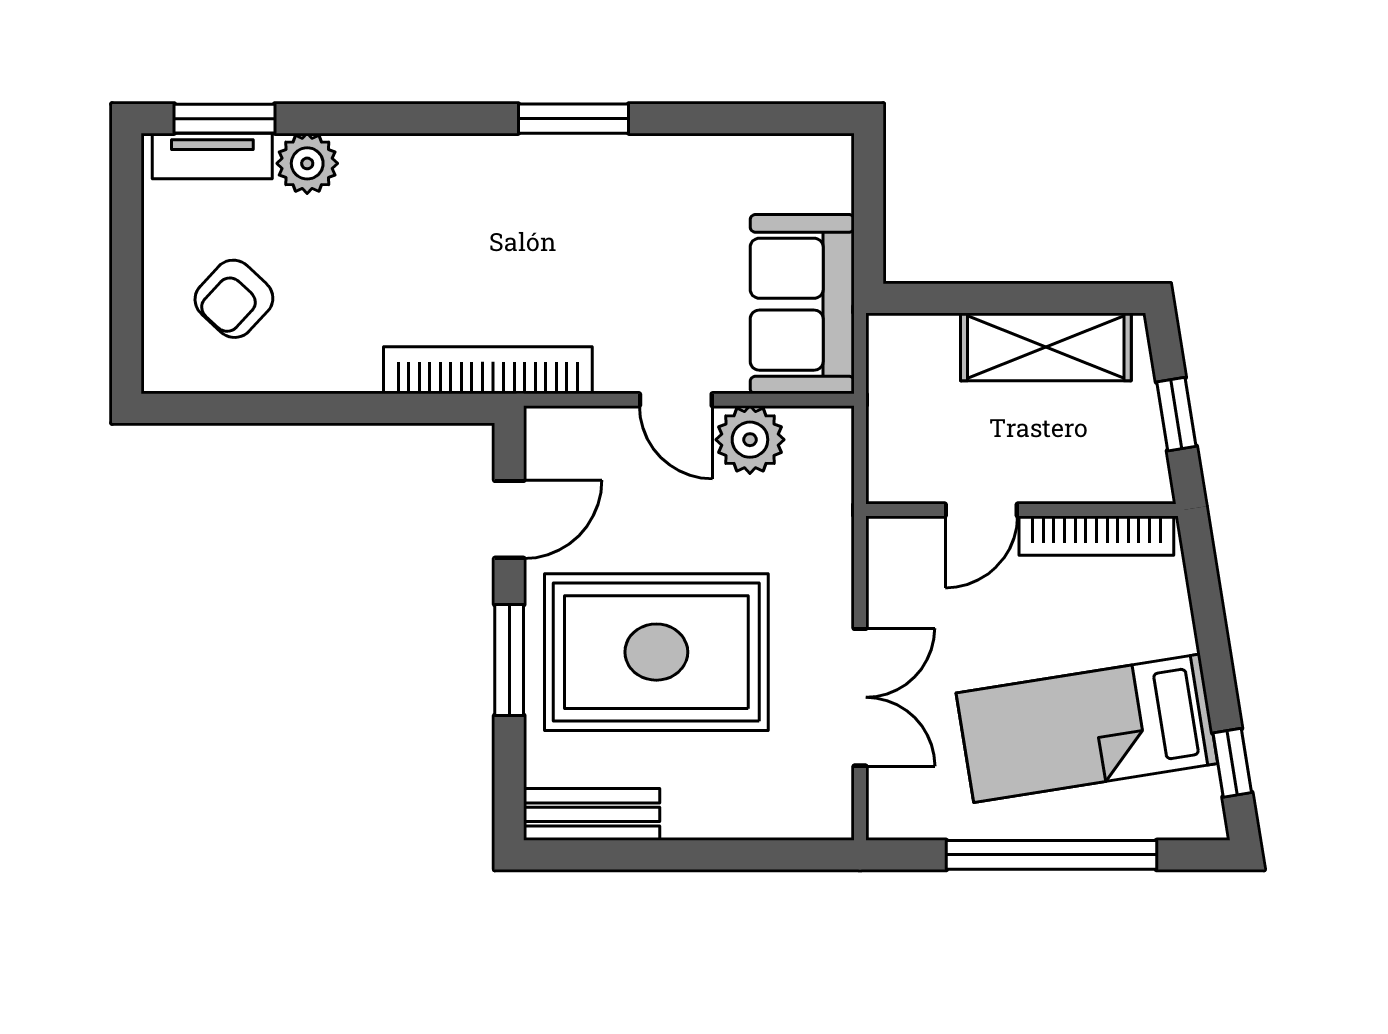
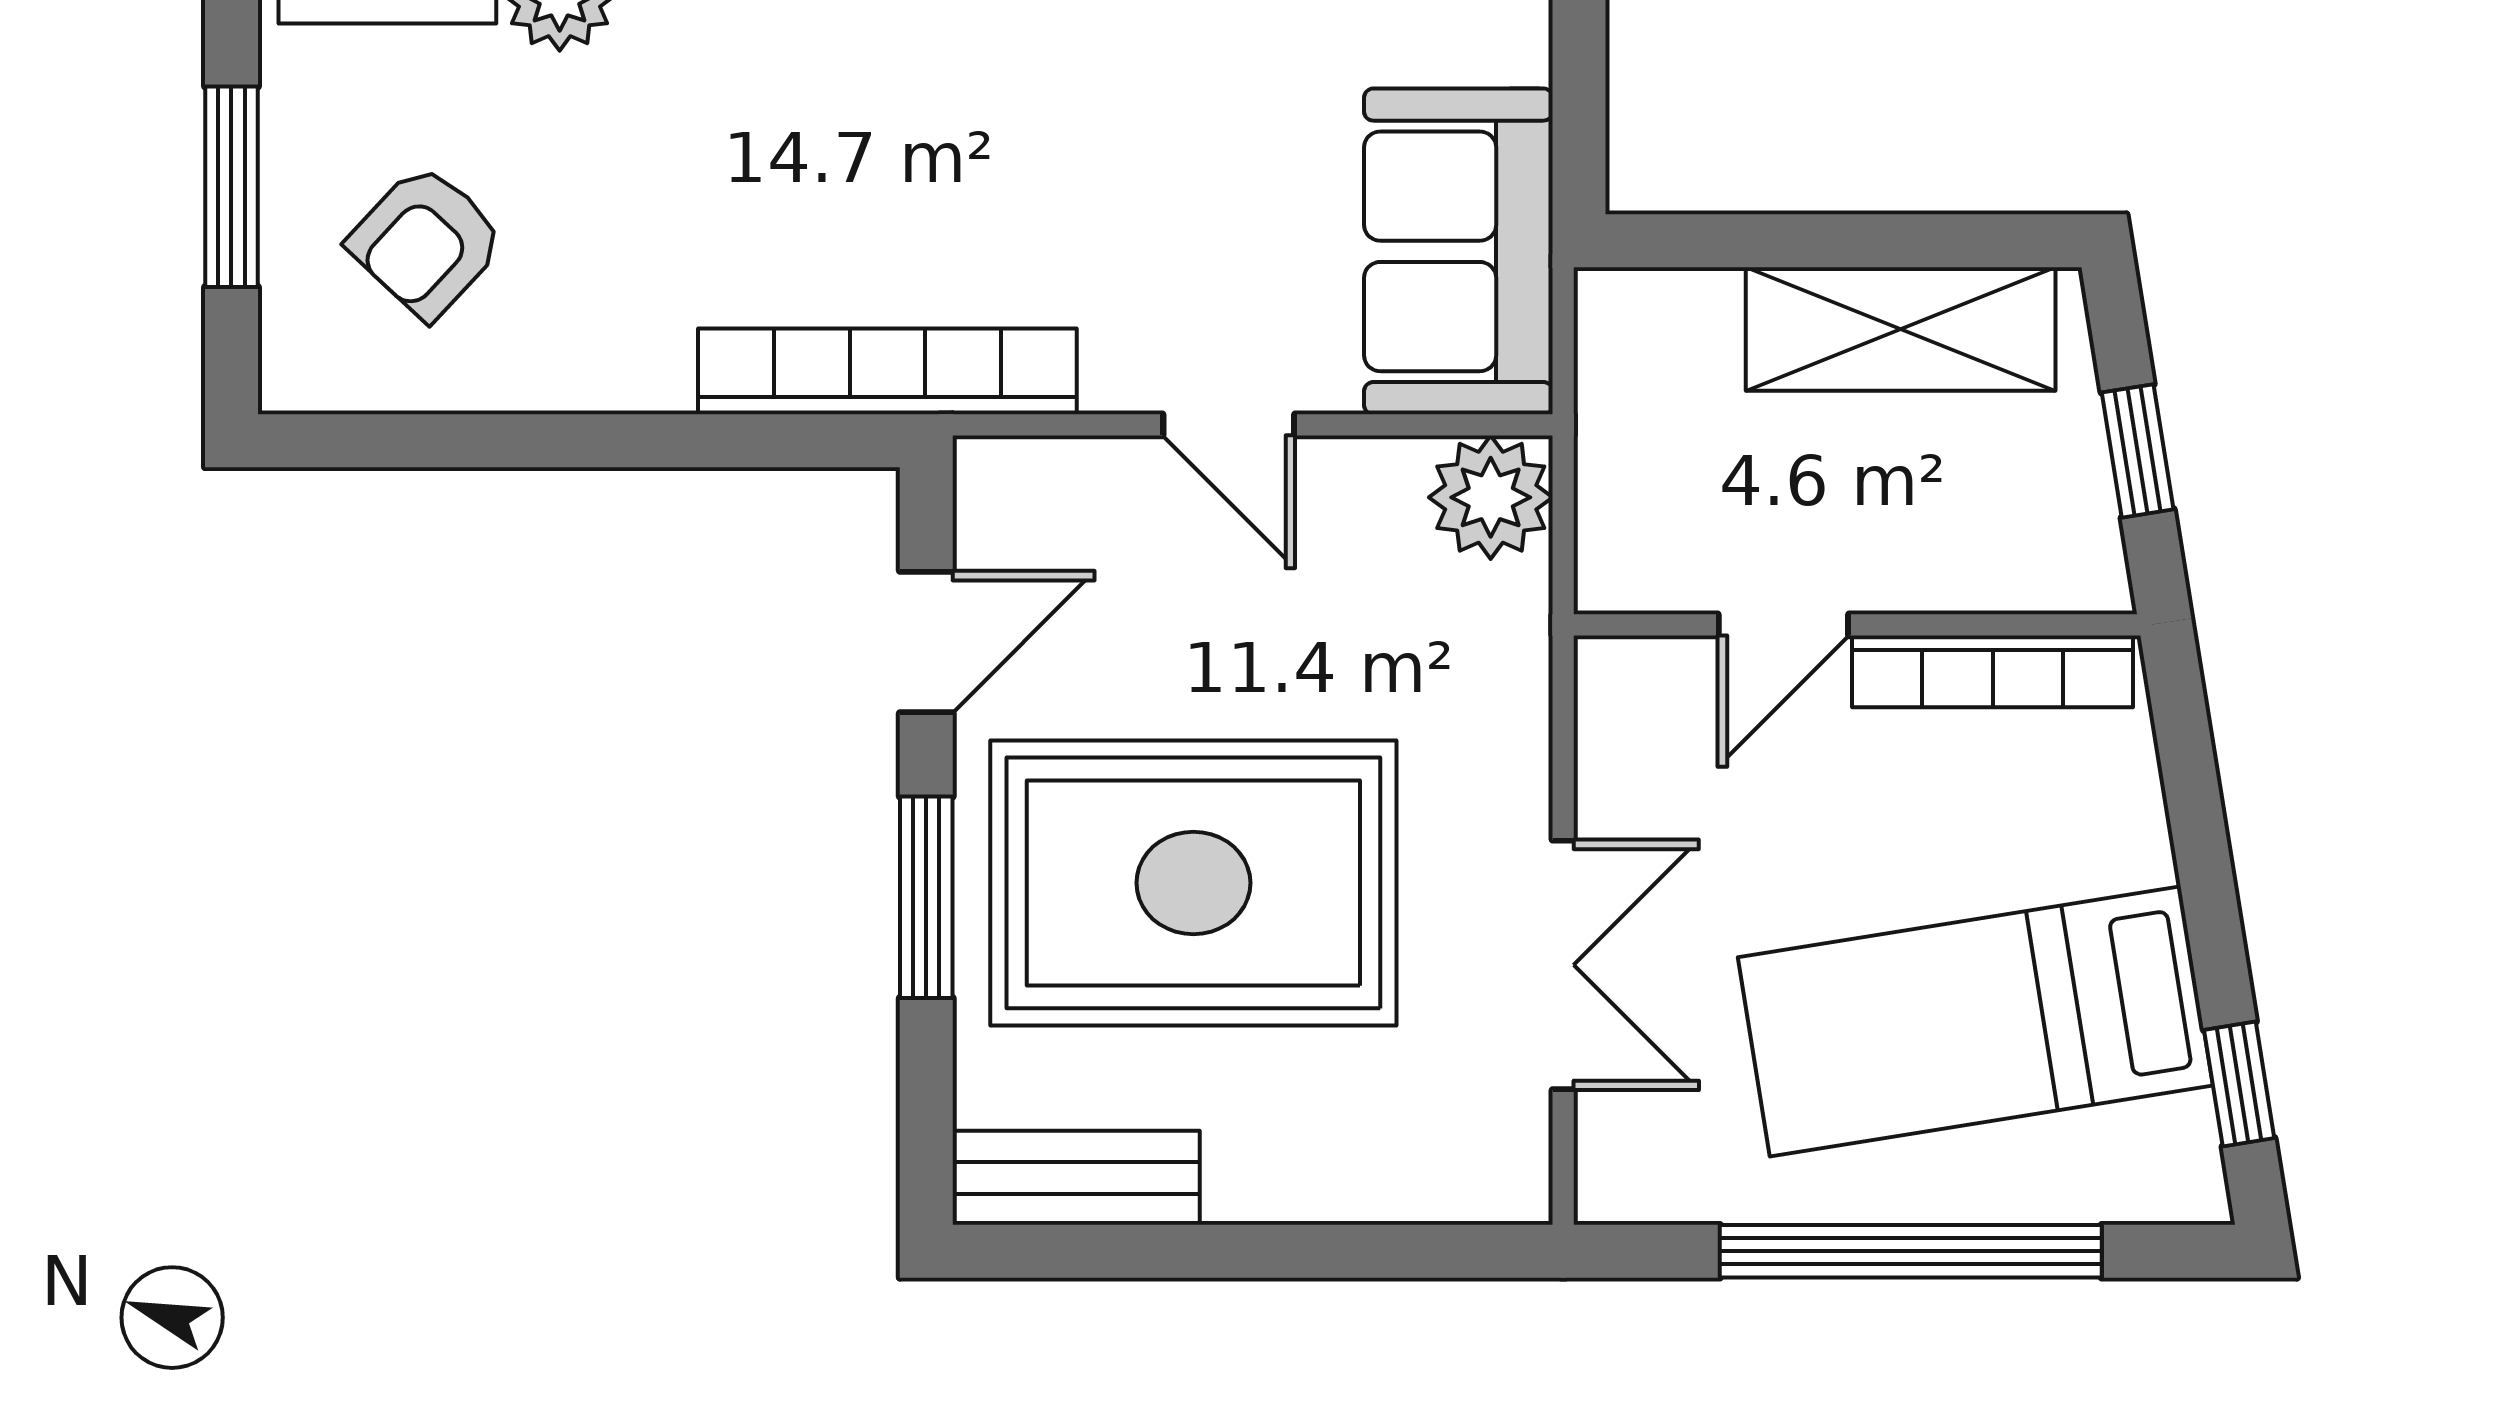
window: (127, 269) -> (231, 187), added
plant: (750, 440) -> (1491, 497), moved

